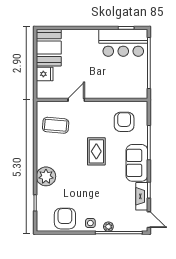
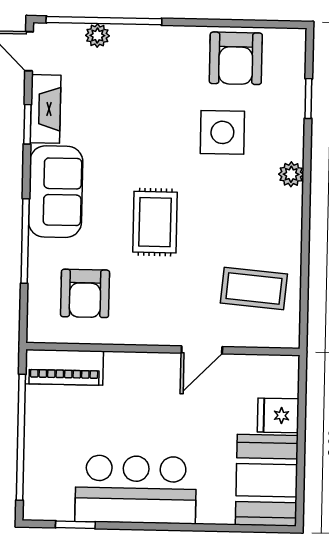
bar counter: (123, 43) -> (136, 489), moved
piano: (132, 92) -> (64, 367), added
plant: (46, 176) -> (291, 174), width x0.53, depth x0.53
side table: (90, 223) -> (222, 132), moved, width x1.87, depth x1.87
plant: (108, 227) -> (97, 36), moved

